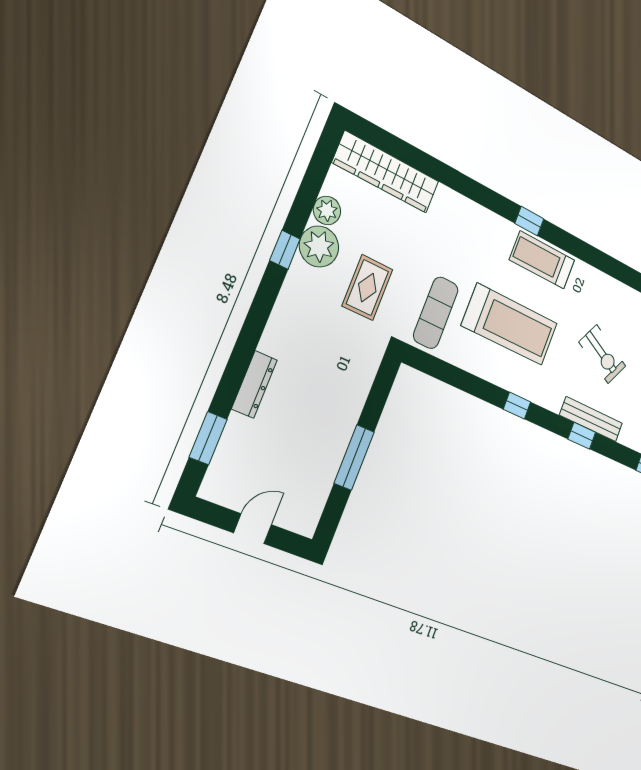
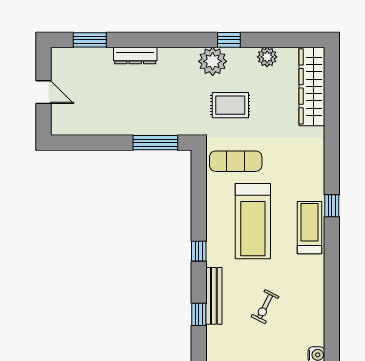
plant: (319, 247) -> (213, 61), moved
exercise bike: (602, 354) -> (265, 307), width x0.73, depth x0.72
bench: (591, 419) -> (214, 296), moved
window: (354, 458) -> (155, 143), moved

